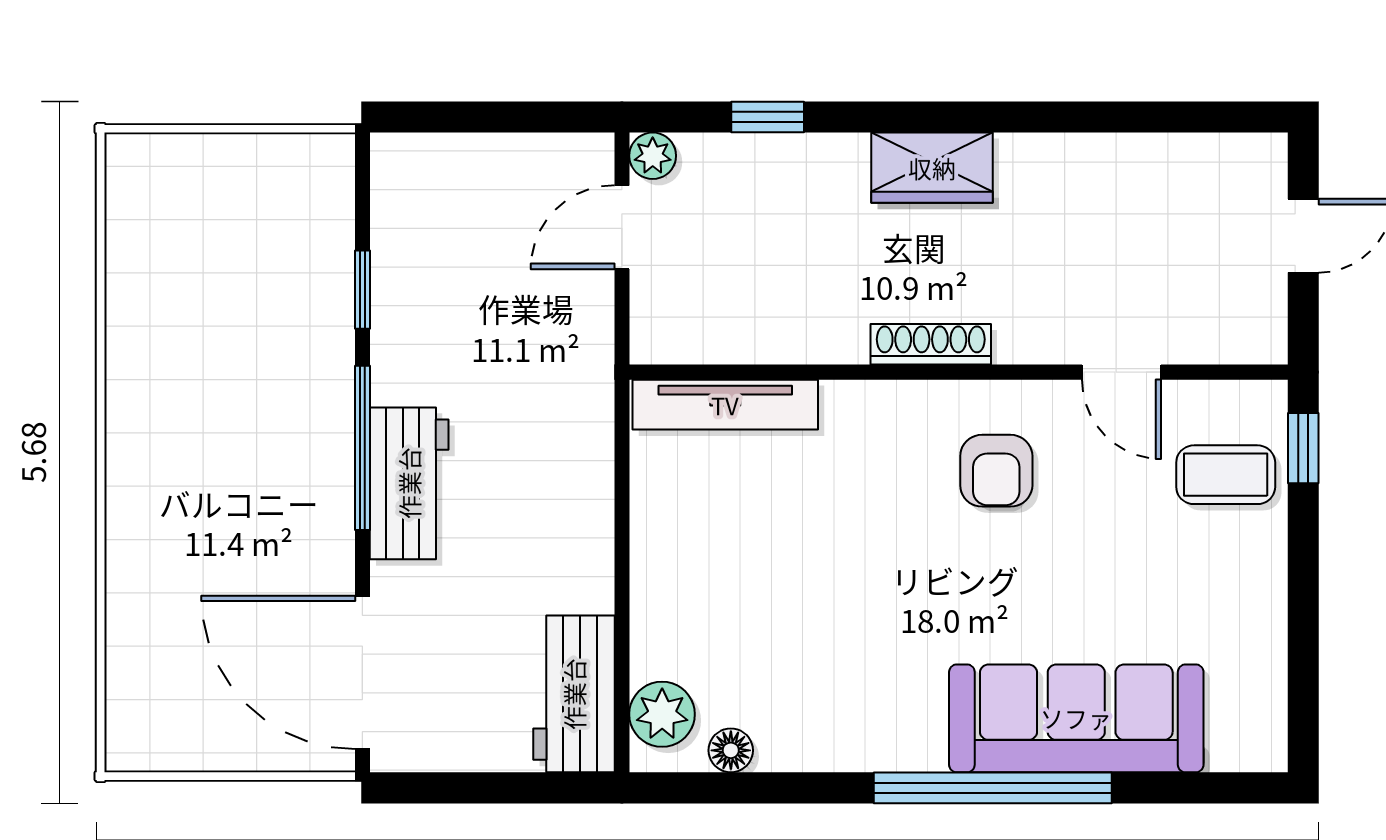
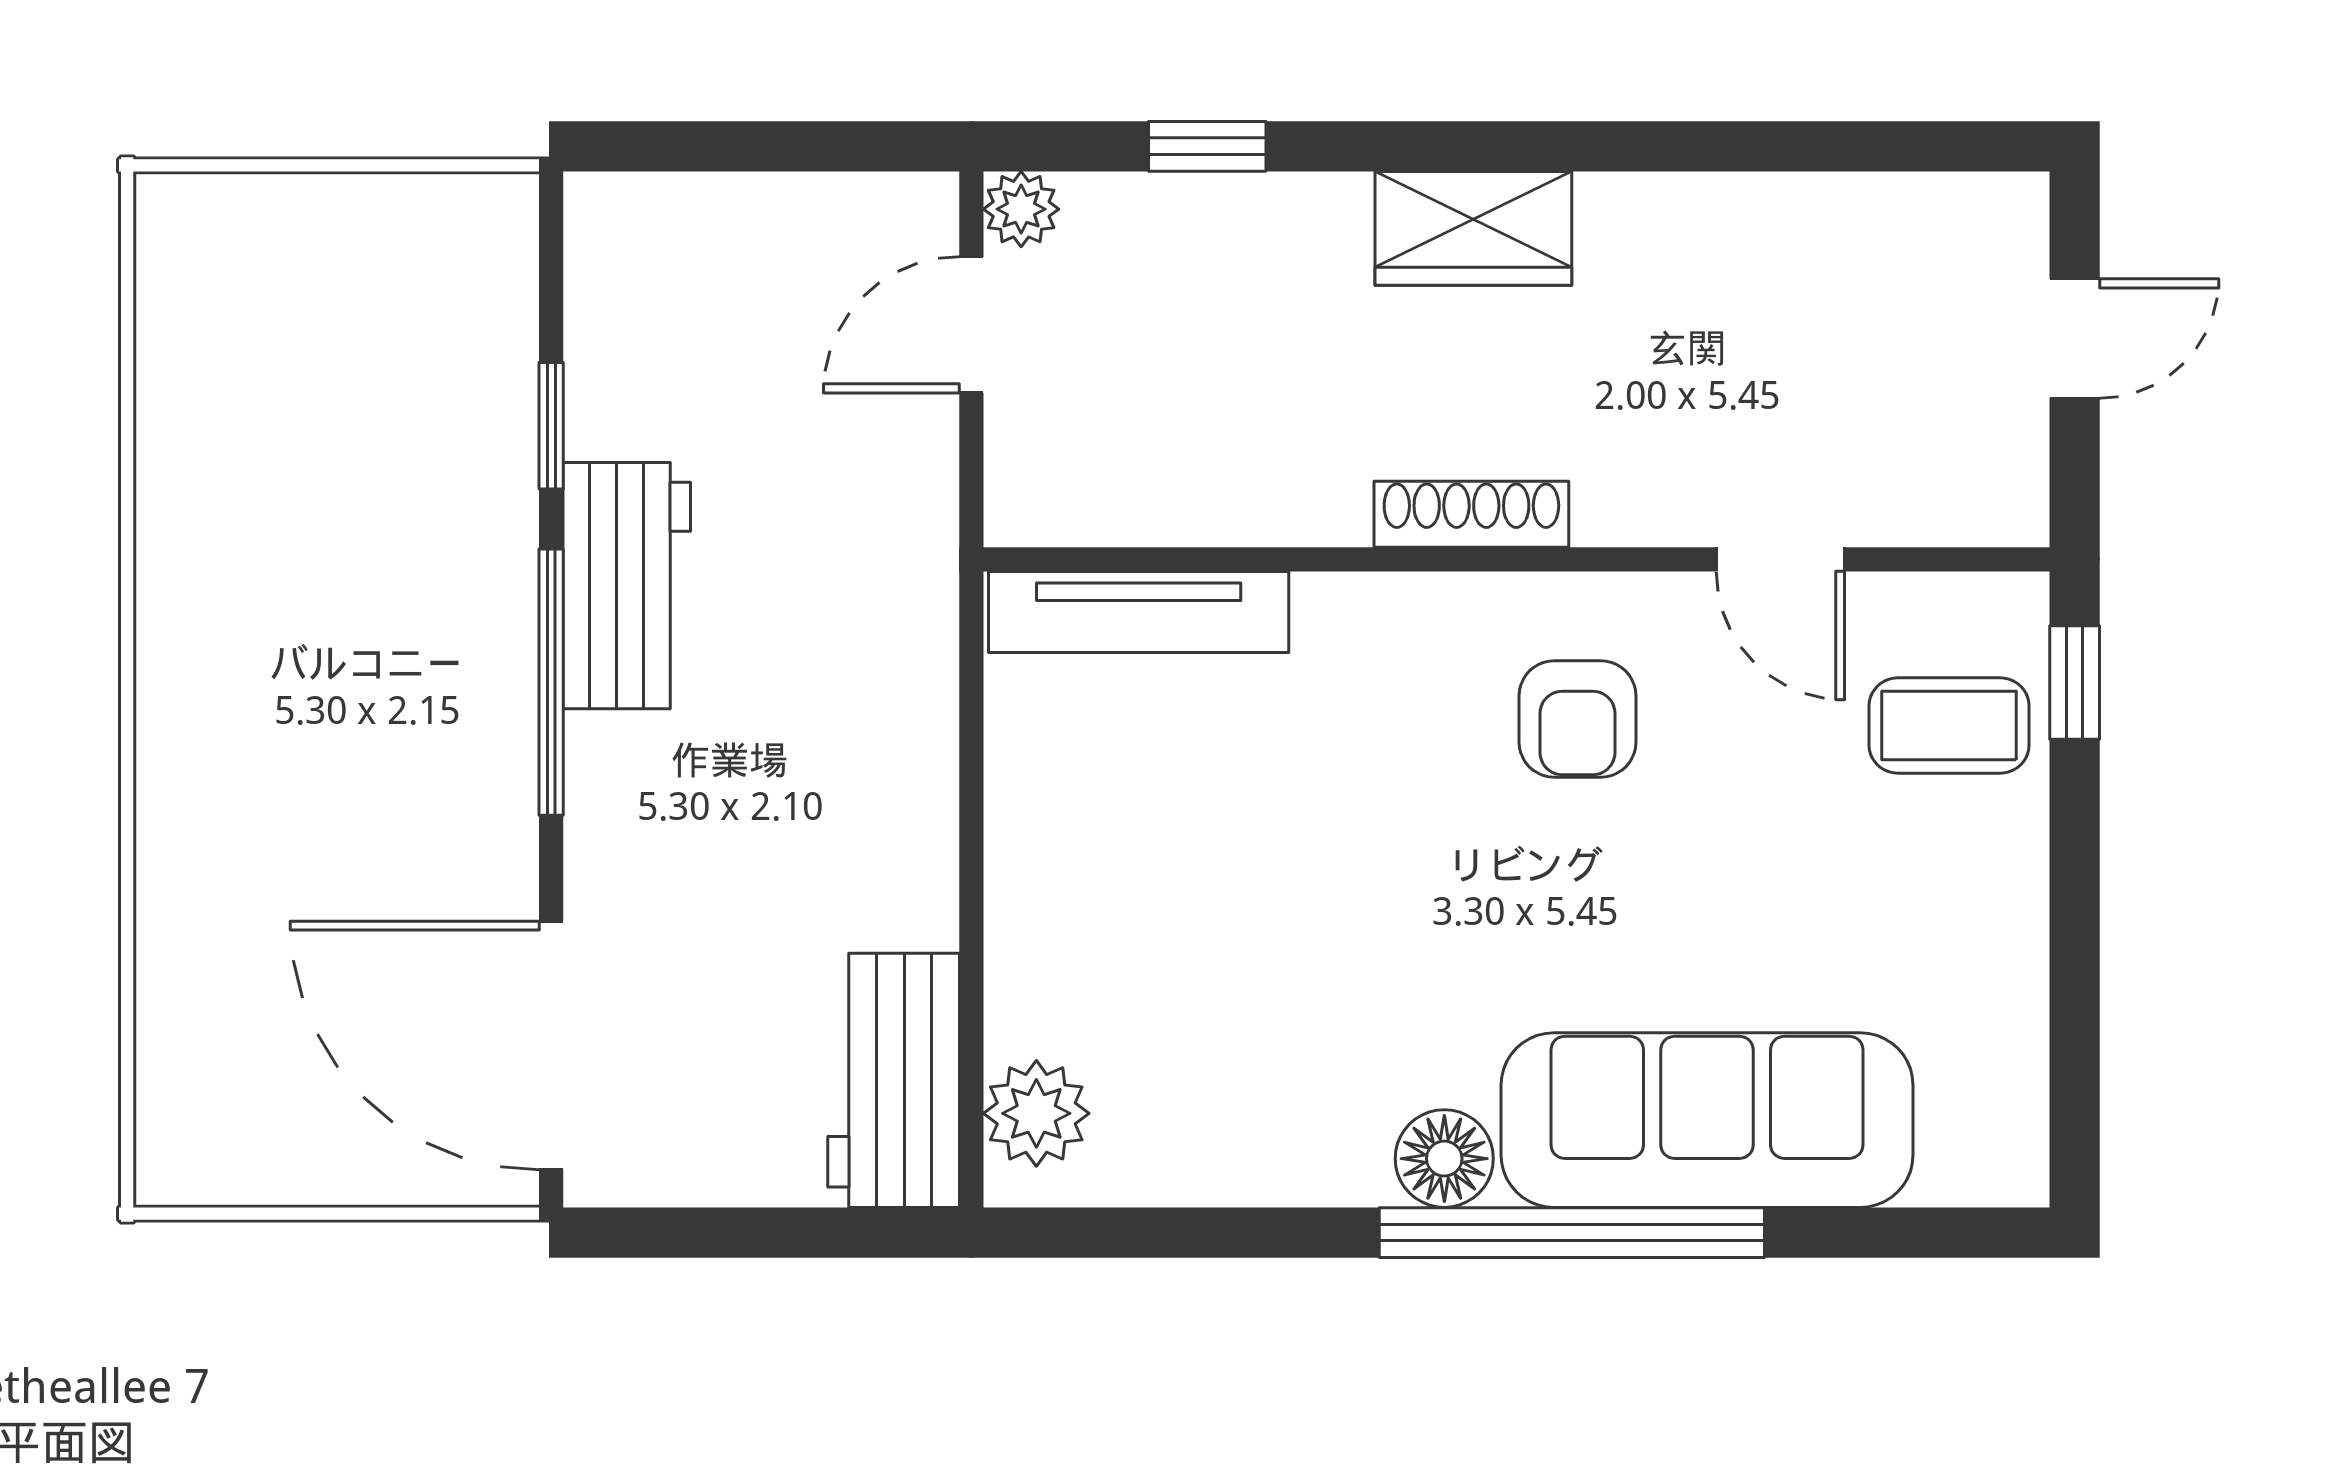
workbench: (409, 483) -> (627, 586), moved
floor lamp: (731, 750) -> (1444, 1159), moved, width x1.37, depth x1.37

